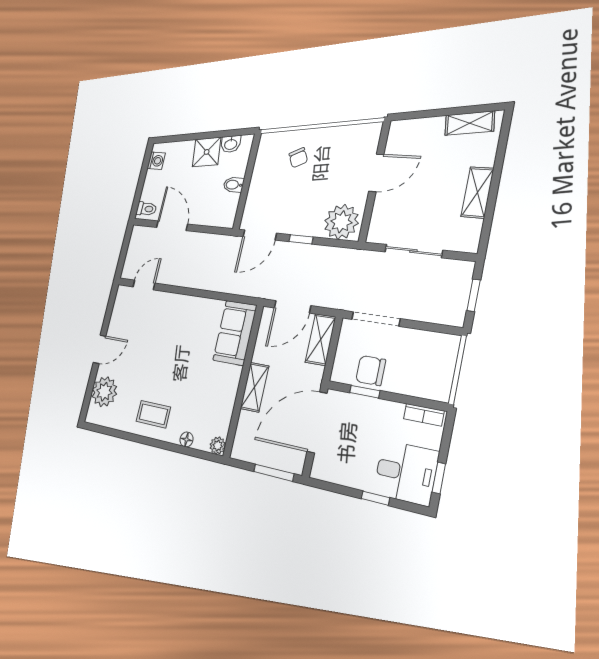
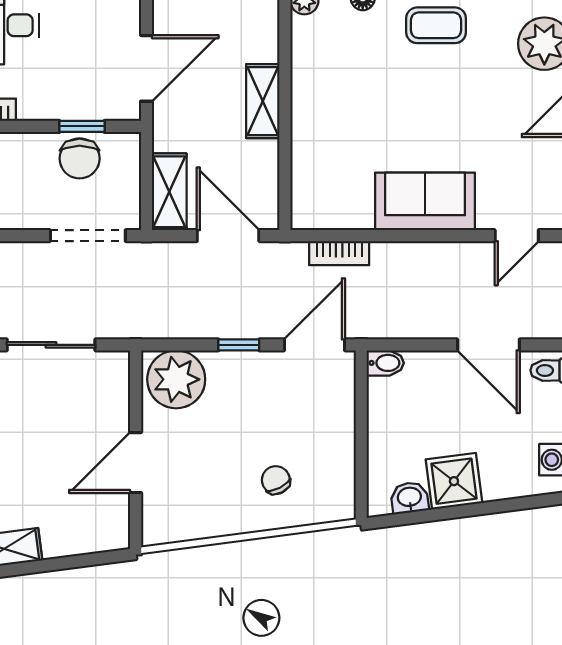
bidet: (234, 185) -> (385, 363), moved
bookcase: (234, 287) -> (339, 253), added
door: (292, 307) -> (228, 236), hinge flipped
sofa: (235, 333) -> (425, 201), moved, turned -90
chair: (371, 371) -> (80, 158), turned 90
door: (317, 422) -> (146, 68), width x0.73

